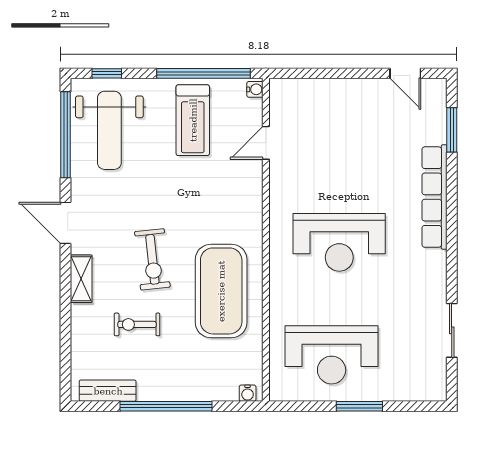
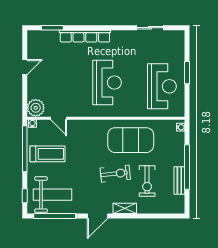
door: (405, 73) -> (25, 67), moved
plant: (287, 96) -> (36, 108), added
exercise bike: (137, 324) -> (147, 181), width x1.38, depth x1.39
bench: (108, 391) -> (179, 181), moved

